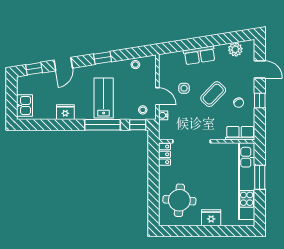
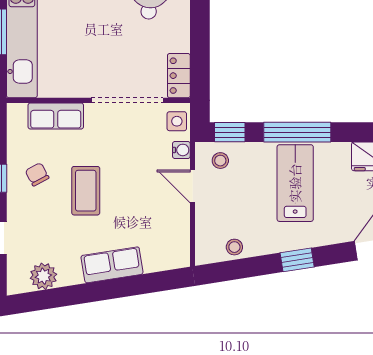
side table: (184, 88) -> (177, 121), moved
coffee table: (213, 94) -> (86, 191), turned -44
lab bench: (104, 98) -> (295, 183), turned 180
row of seats: (240, 133) -> (56, 116), moved

